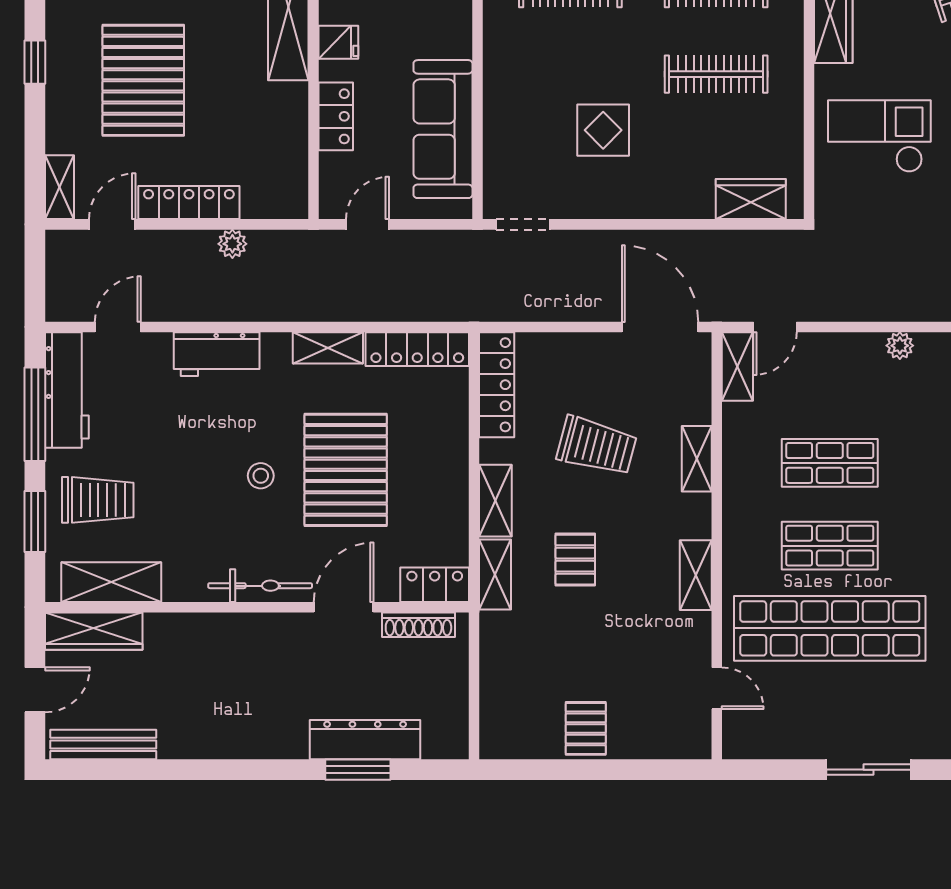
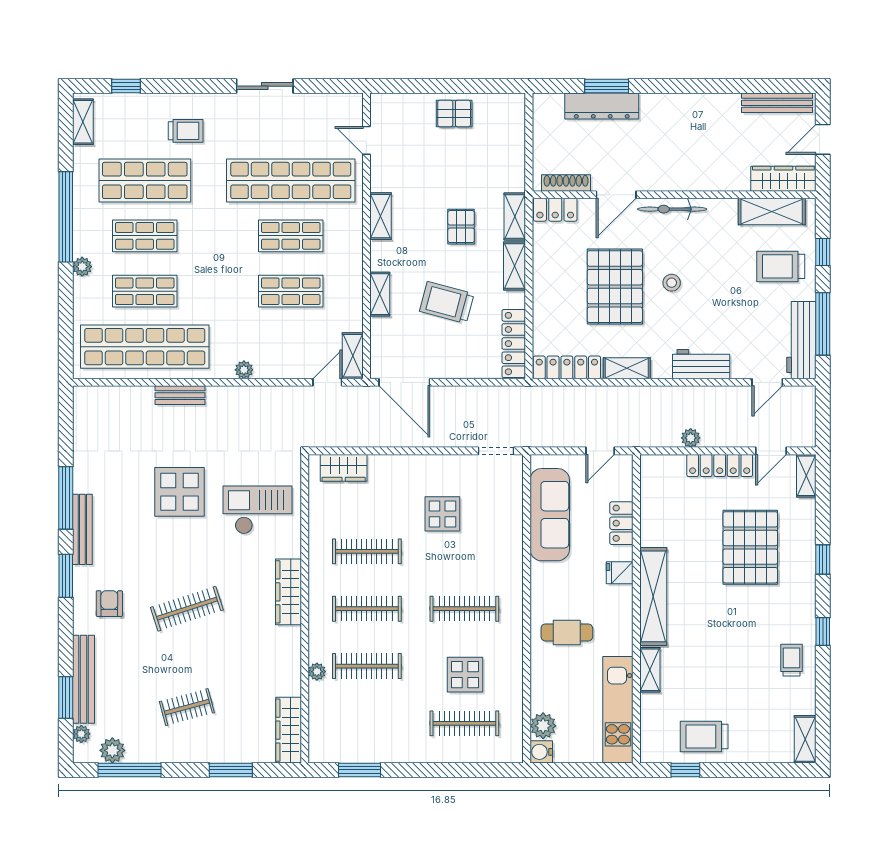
checkout: (879, 136) -> (258, 510), turned 180
window: (35, 521) -> (823, 252), width x0.67
pallet: (586, 728) -> (454, 114), turned 90

